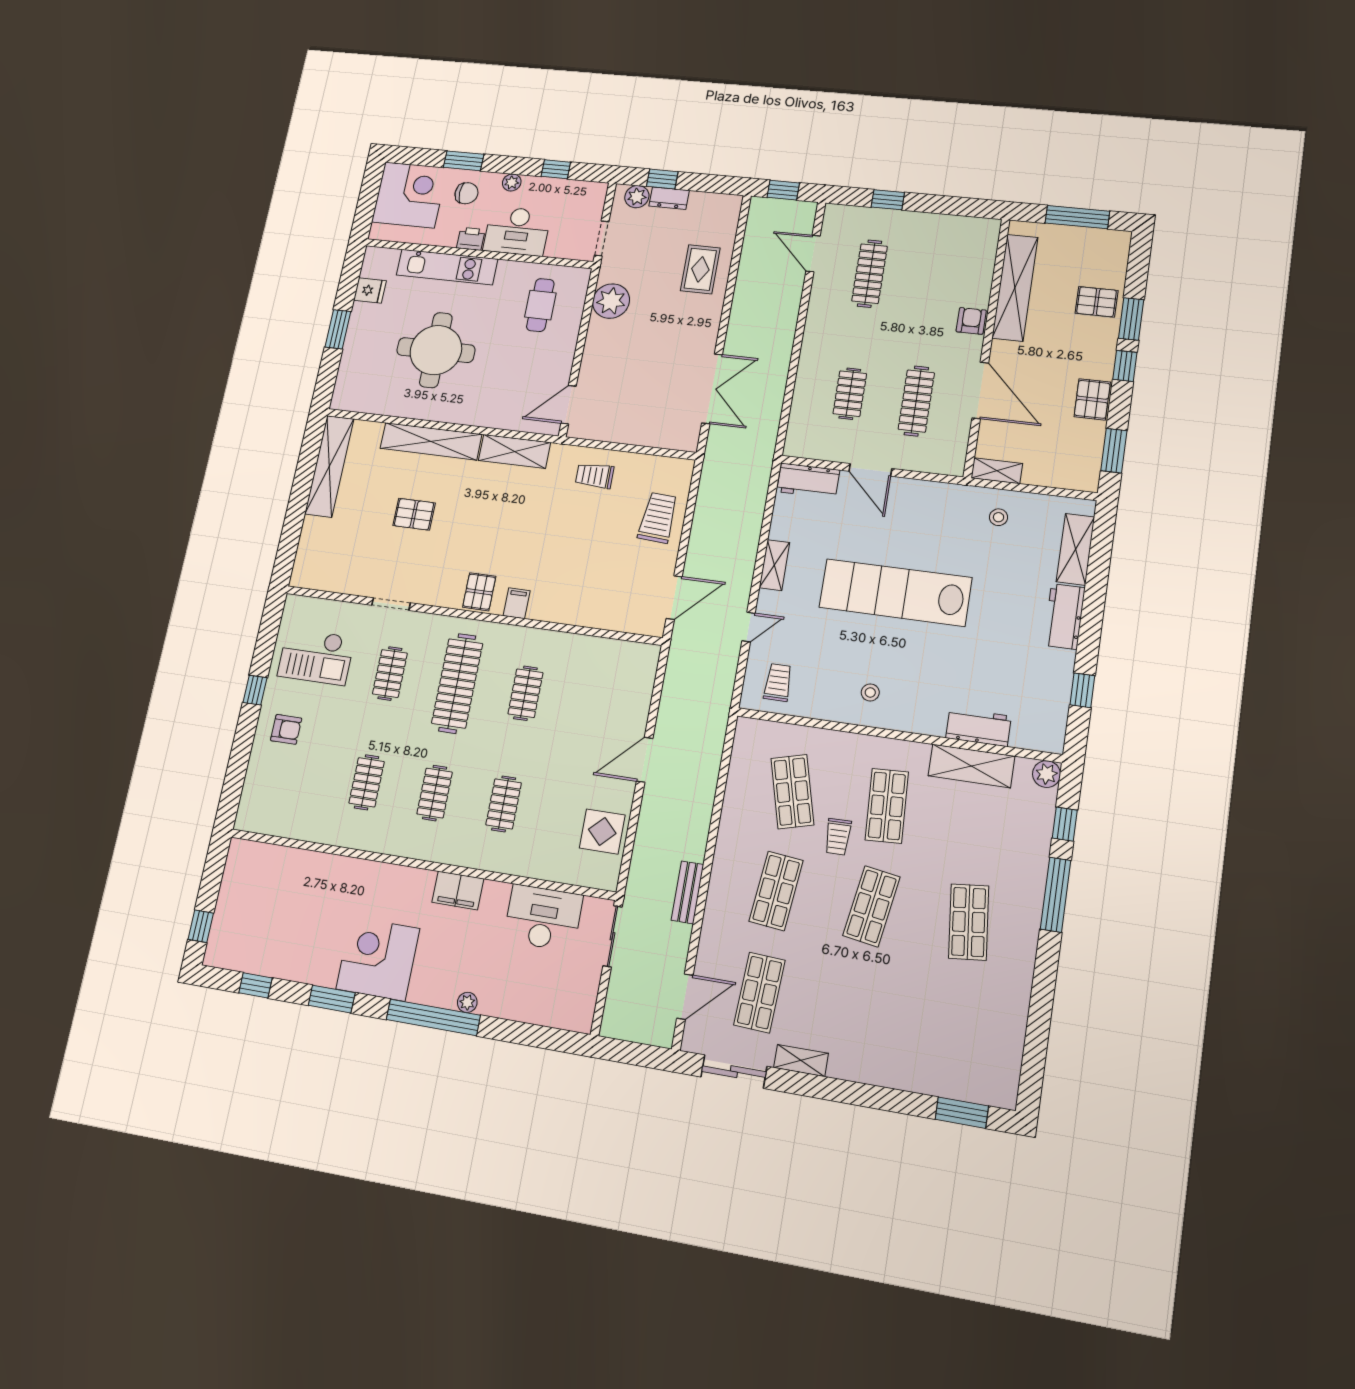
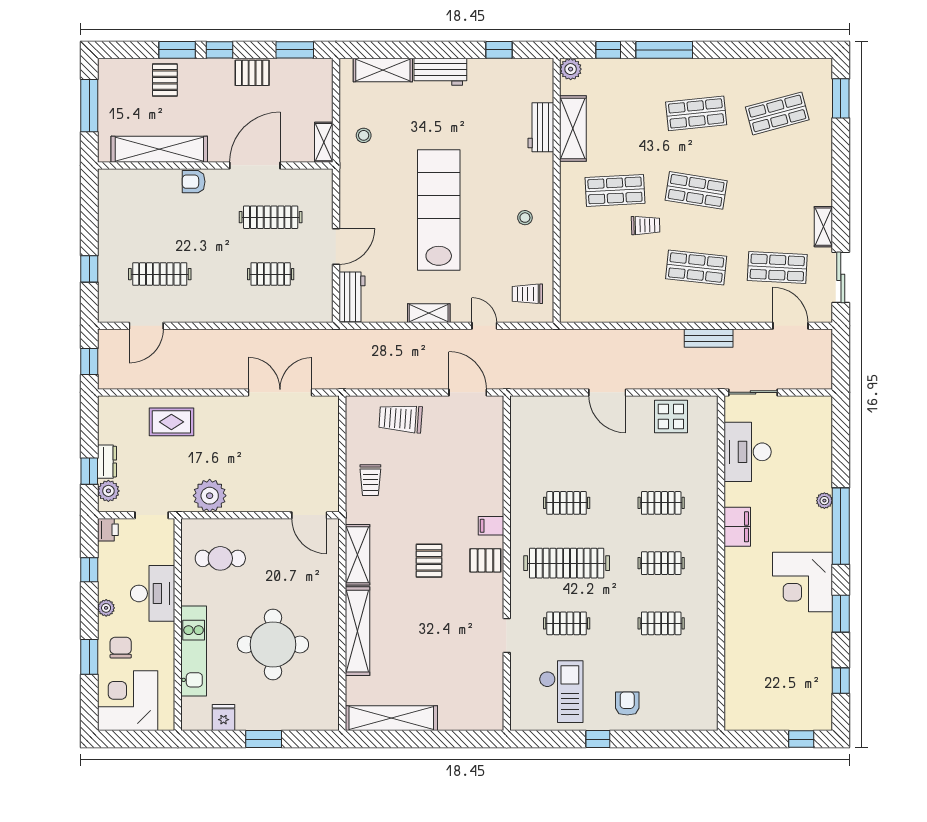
printer: (471, 239) -> (108, 530), moved, turned 180
pallet: (414, 514) -> (429, 561), moved
lab bench: (895, 593) -> (439, 210), turned 180
shop shelf: (792, 792) -> (777, 113), moved

